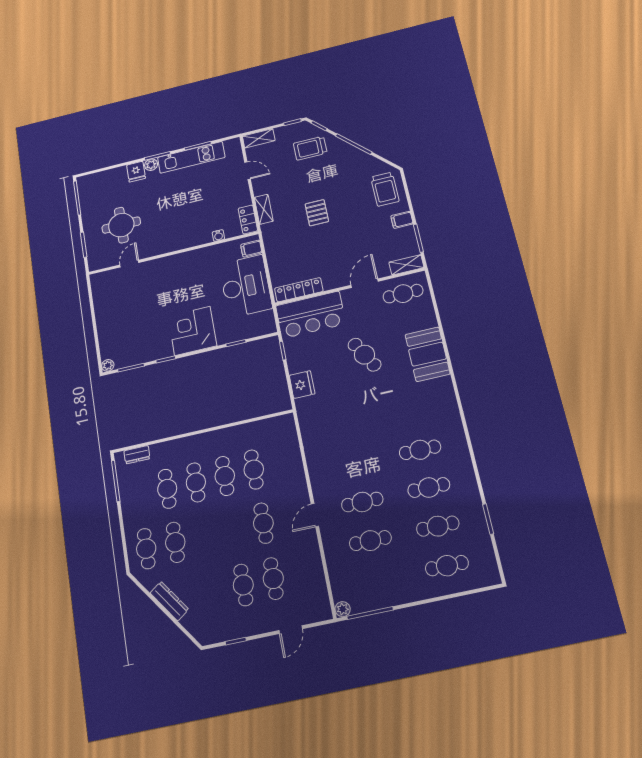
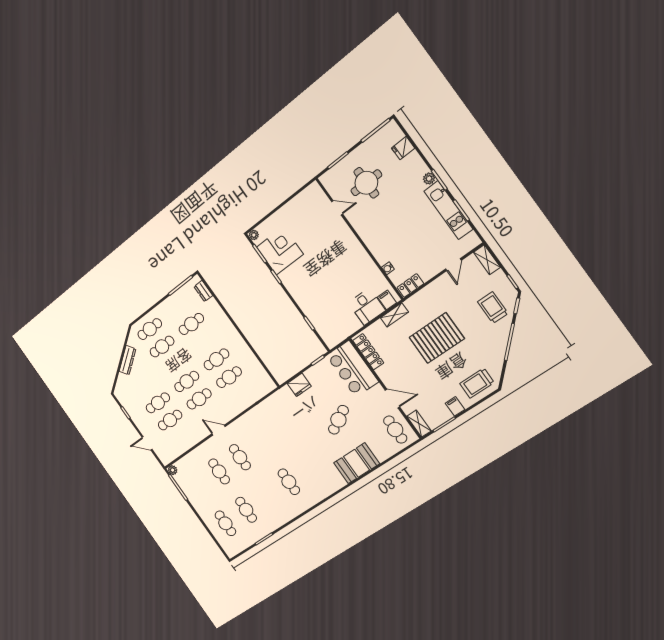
fridge: (136, 172) -> (403, 148), moved
shelving: (264, 209) -> (394, 315), moved
pallet: (317, 213) -> (437, 338), width x2.05, depth x2.00
desk: (246, 286) -> (367, 307), width x0.53, depth x0.77
corner desk: (192, 331) -> (280, 251), moved
cafe table: (196, 482) -> (187, 381), moved
cafe table: (429, 488) -> (267, 496), removed

